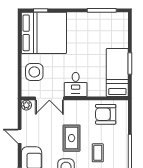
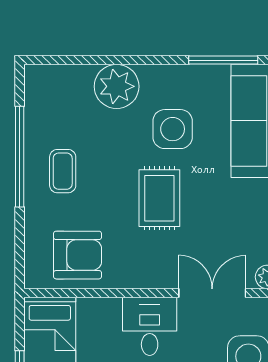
coffee table: (98, 153) -> (63, 171), moved

